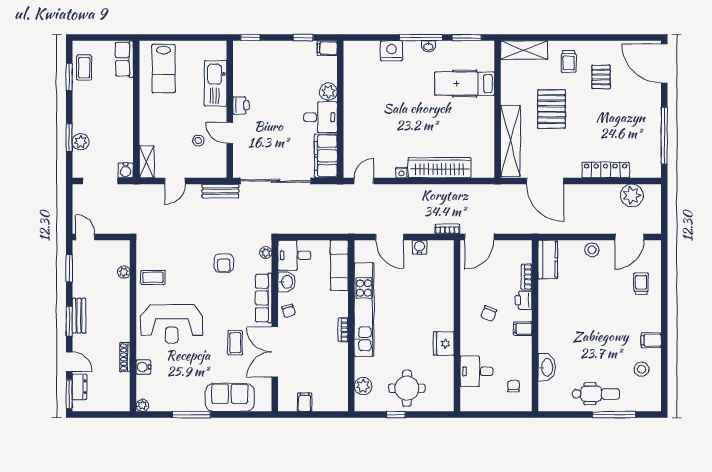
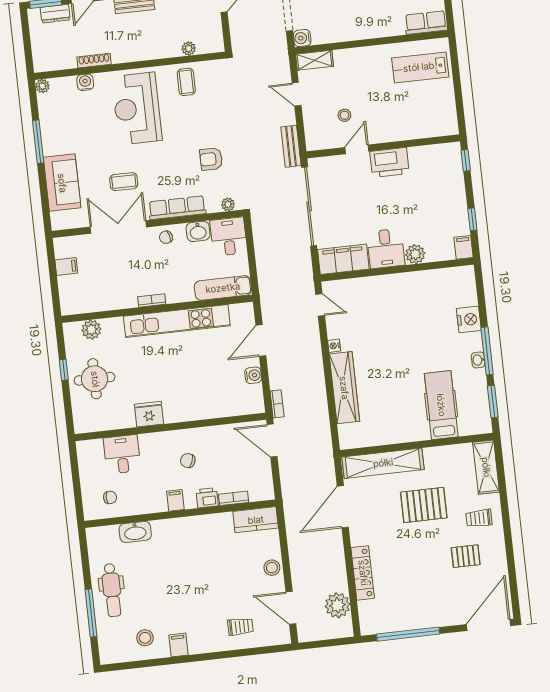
kitchen sink: (216, 83) -> (410, 127), removed
printer: (241, 105) -> (390, 162), width x1.87, depth x1.48

